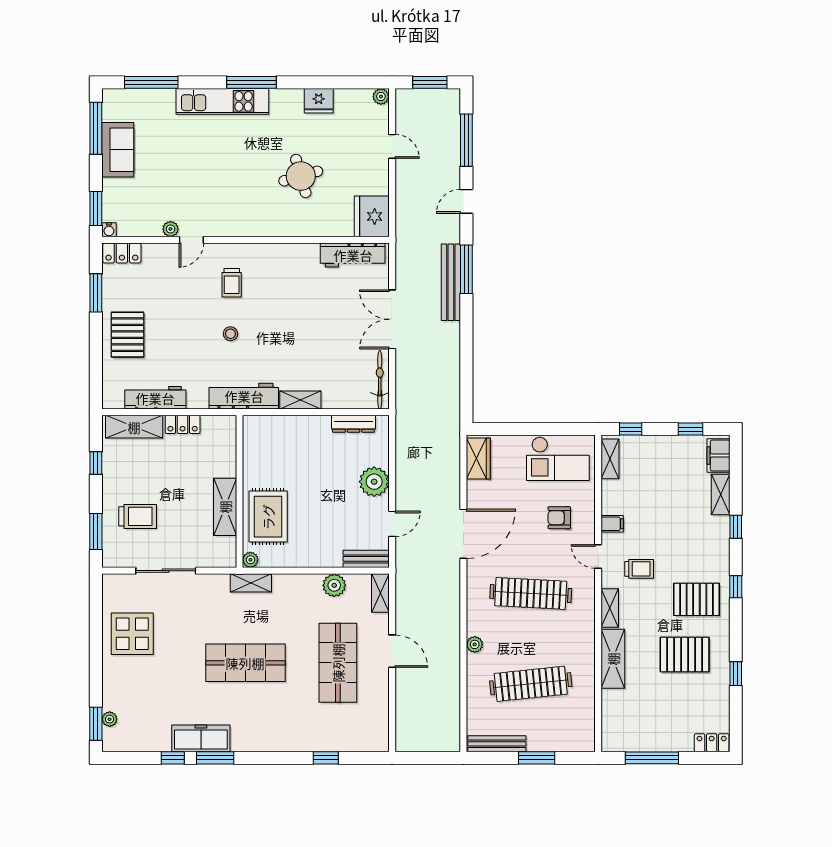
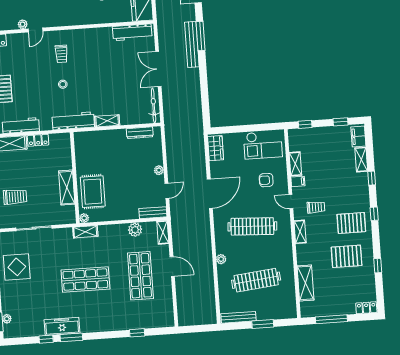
shelving: (610, 459) -> (295, 164), moved
plant: (374, 482) -> (159, 170), width x0.53, depth x0.53
shelving: (613, 659) -> (305, 283), moved

